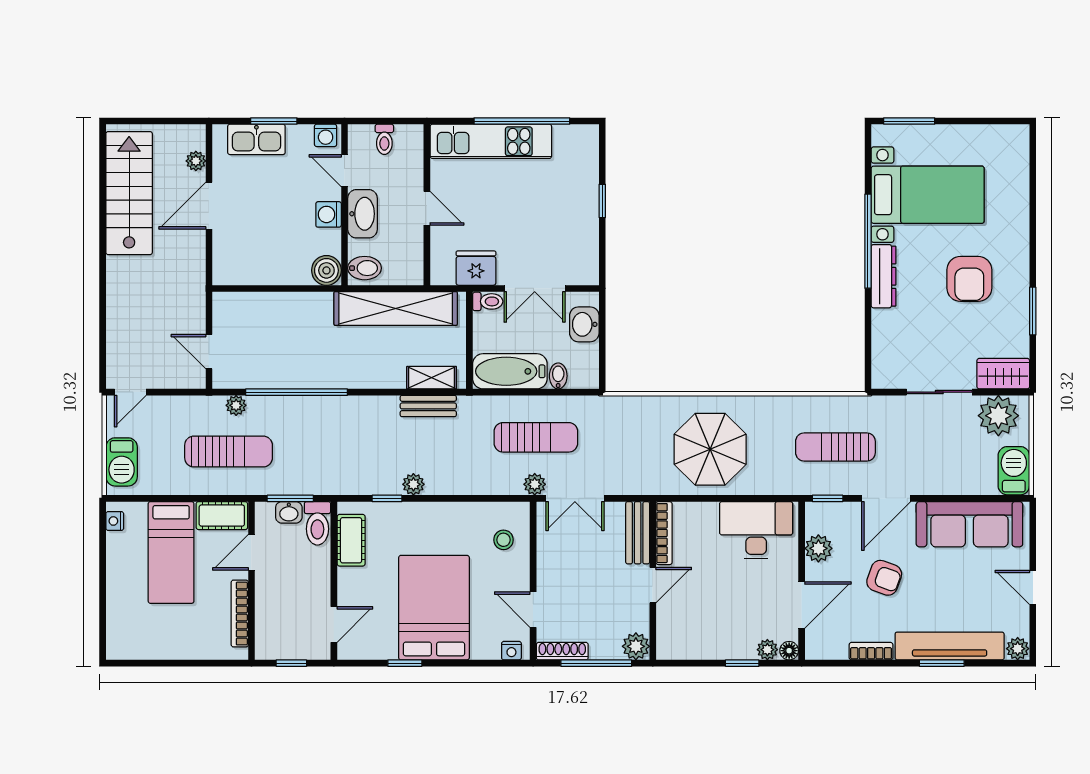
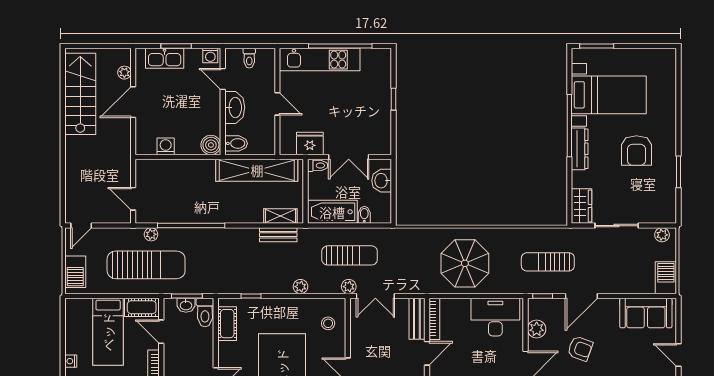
washing machine: (329, 214) -> (166, 146), moved, turned 90
wardrobe: (1003, 374) -> (582, 206), moved, turned 90
plant: (998, 416) -> (662, 235), width x0.53, depth x0.53
sun lounger: (229, 452) -> (146, 265), width x1.36, depth x1.34
plant: (413, 484) -> (301, 287), moved
nightstand: (115, 521) -> (71, 361), moved
sofa: (969, 524) -> (646, 313), width x0.73
door: (251, 552) -> (161, 332), hinge flipped

